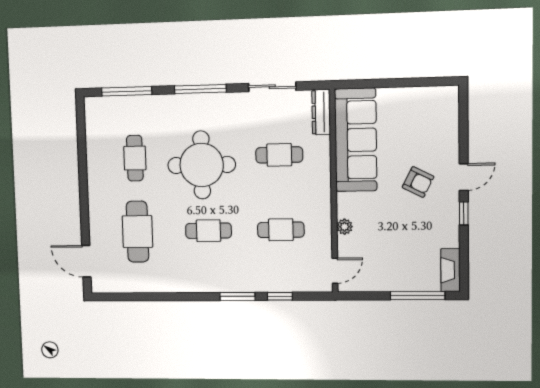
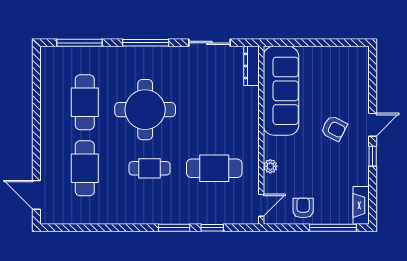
cafe table: (279, 155) -> (214, 102), removed
cafe table: (135, 158) -> (85, 102), width x1.37, depth x1.35
cafe table: (281, 230) -> (214, 168), width x1.37, depth x1.35
armchair: (383, 273) -> (303, 208), added

